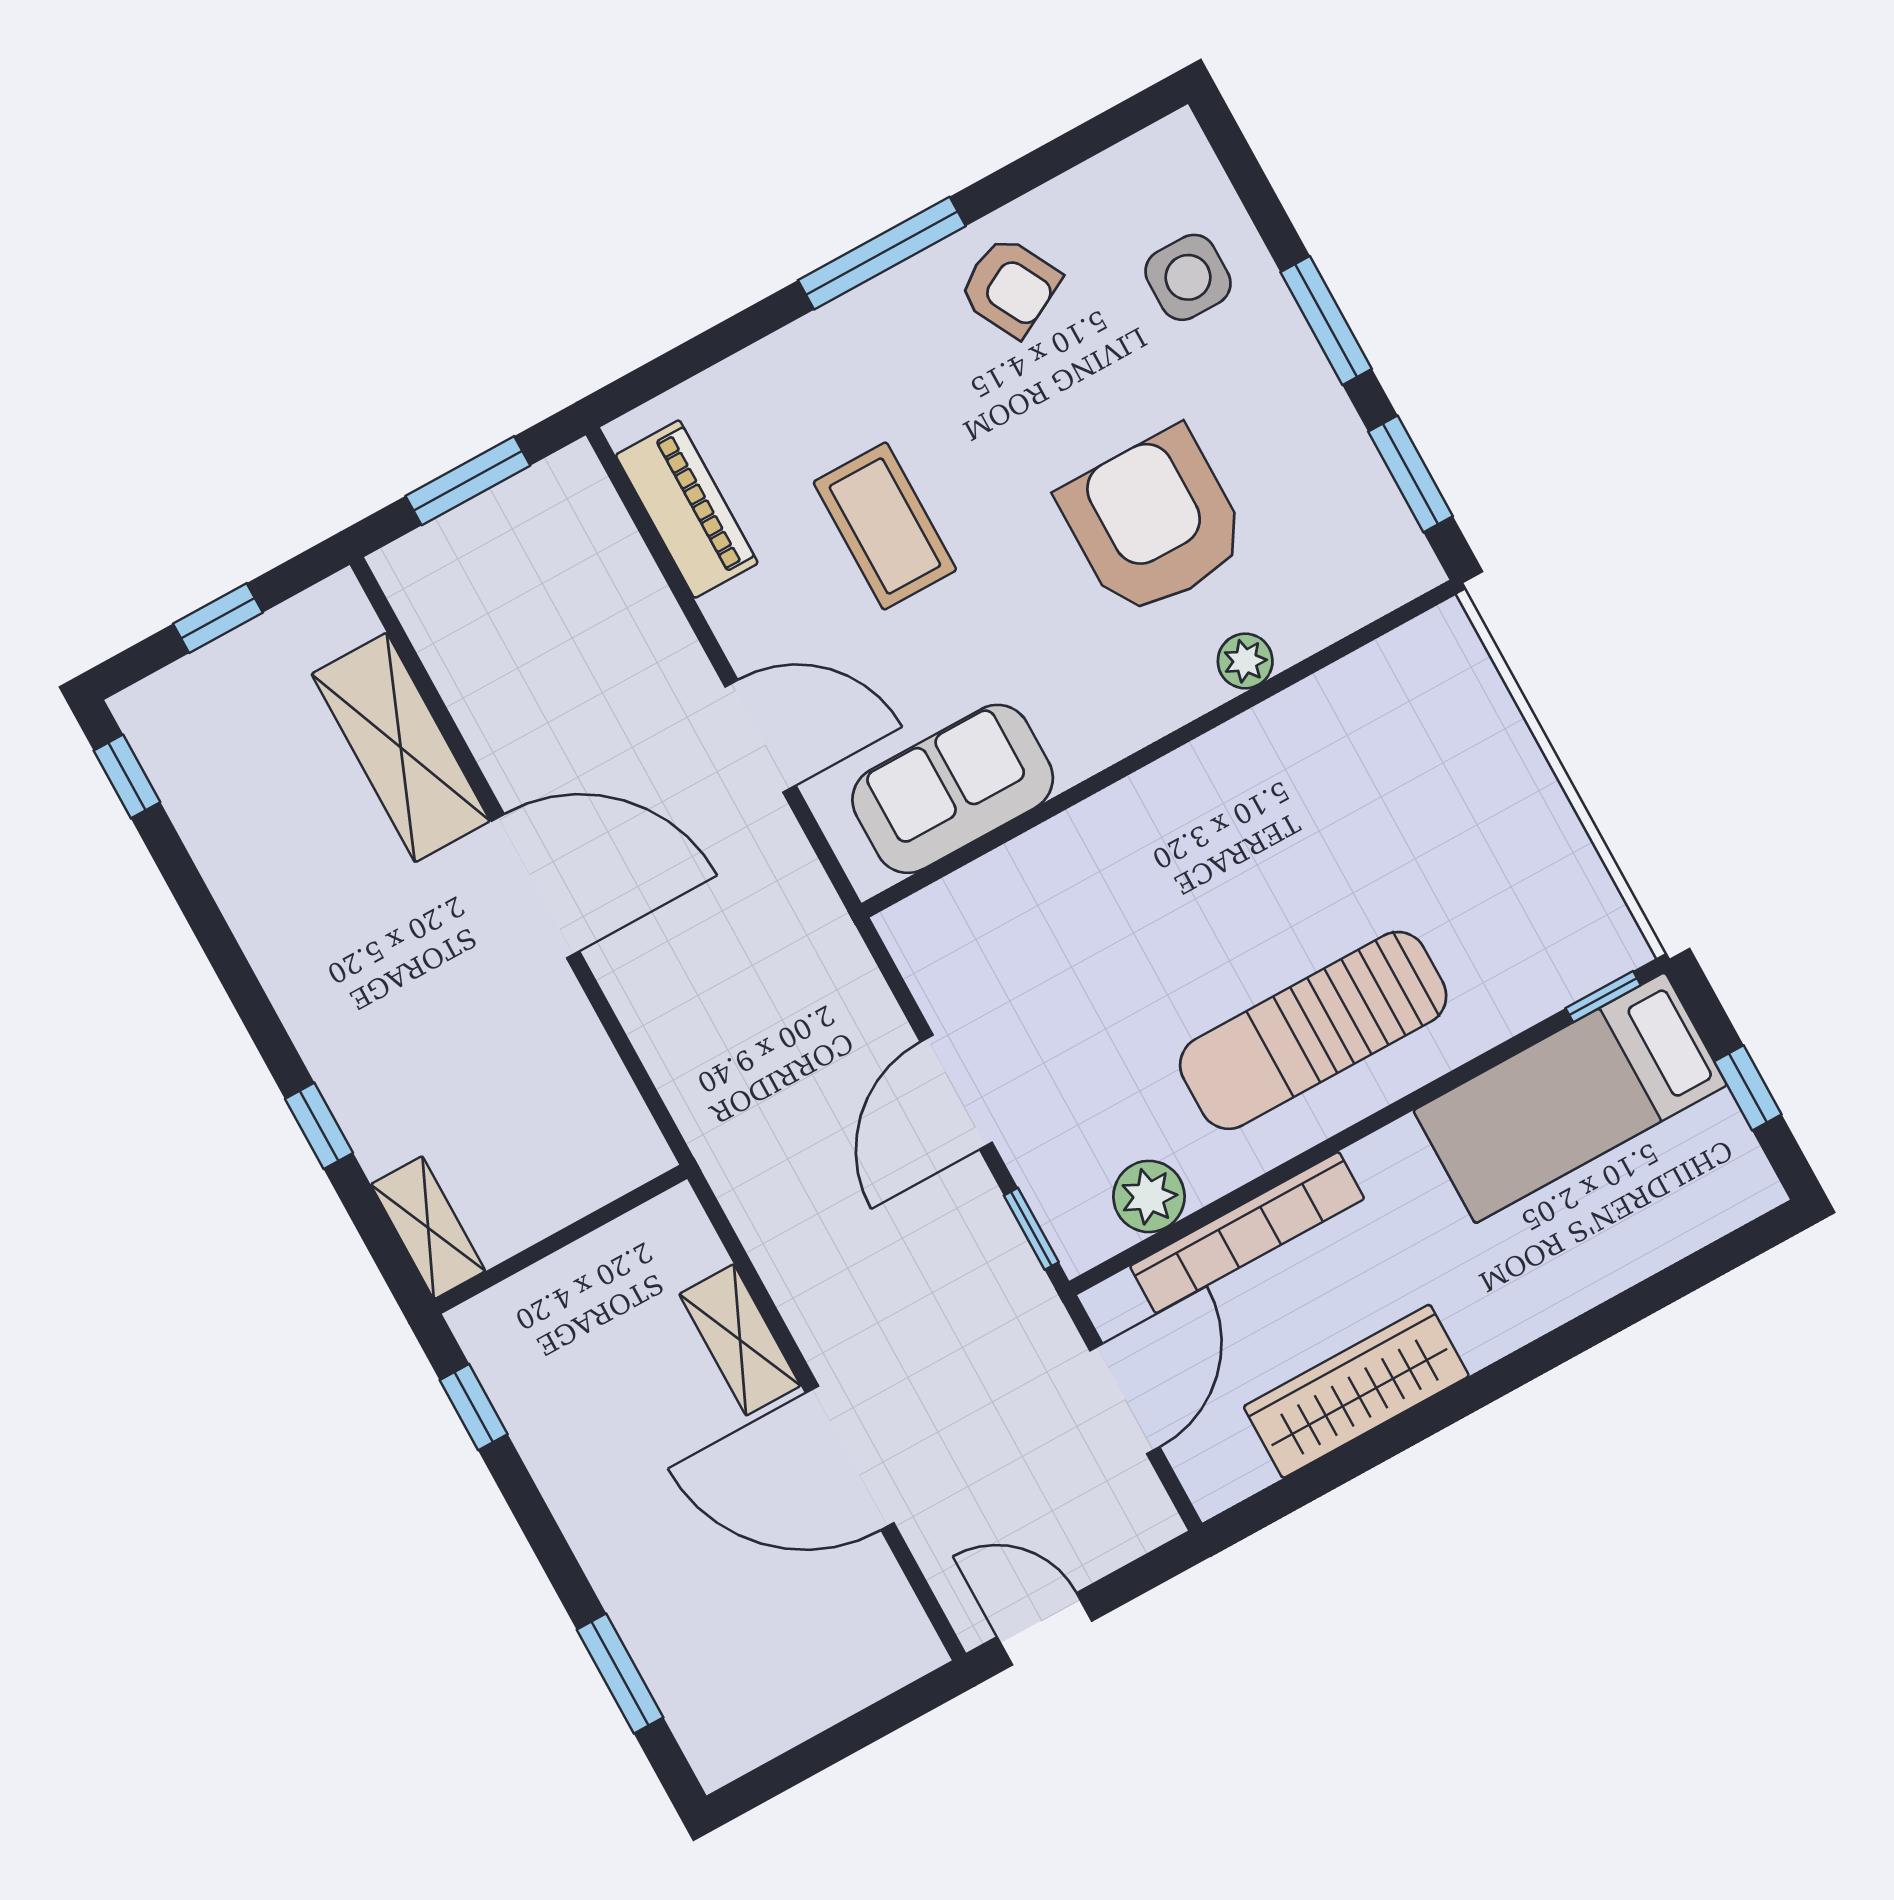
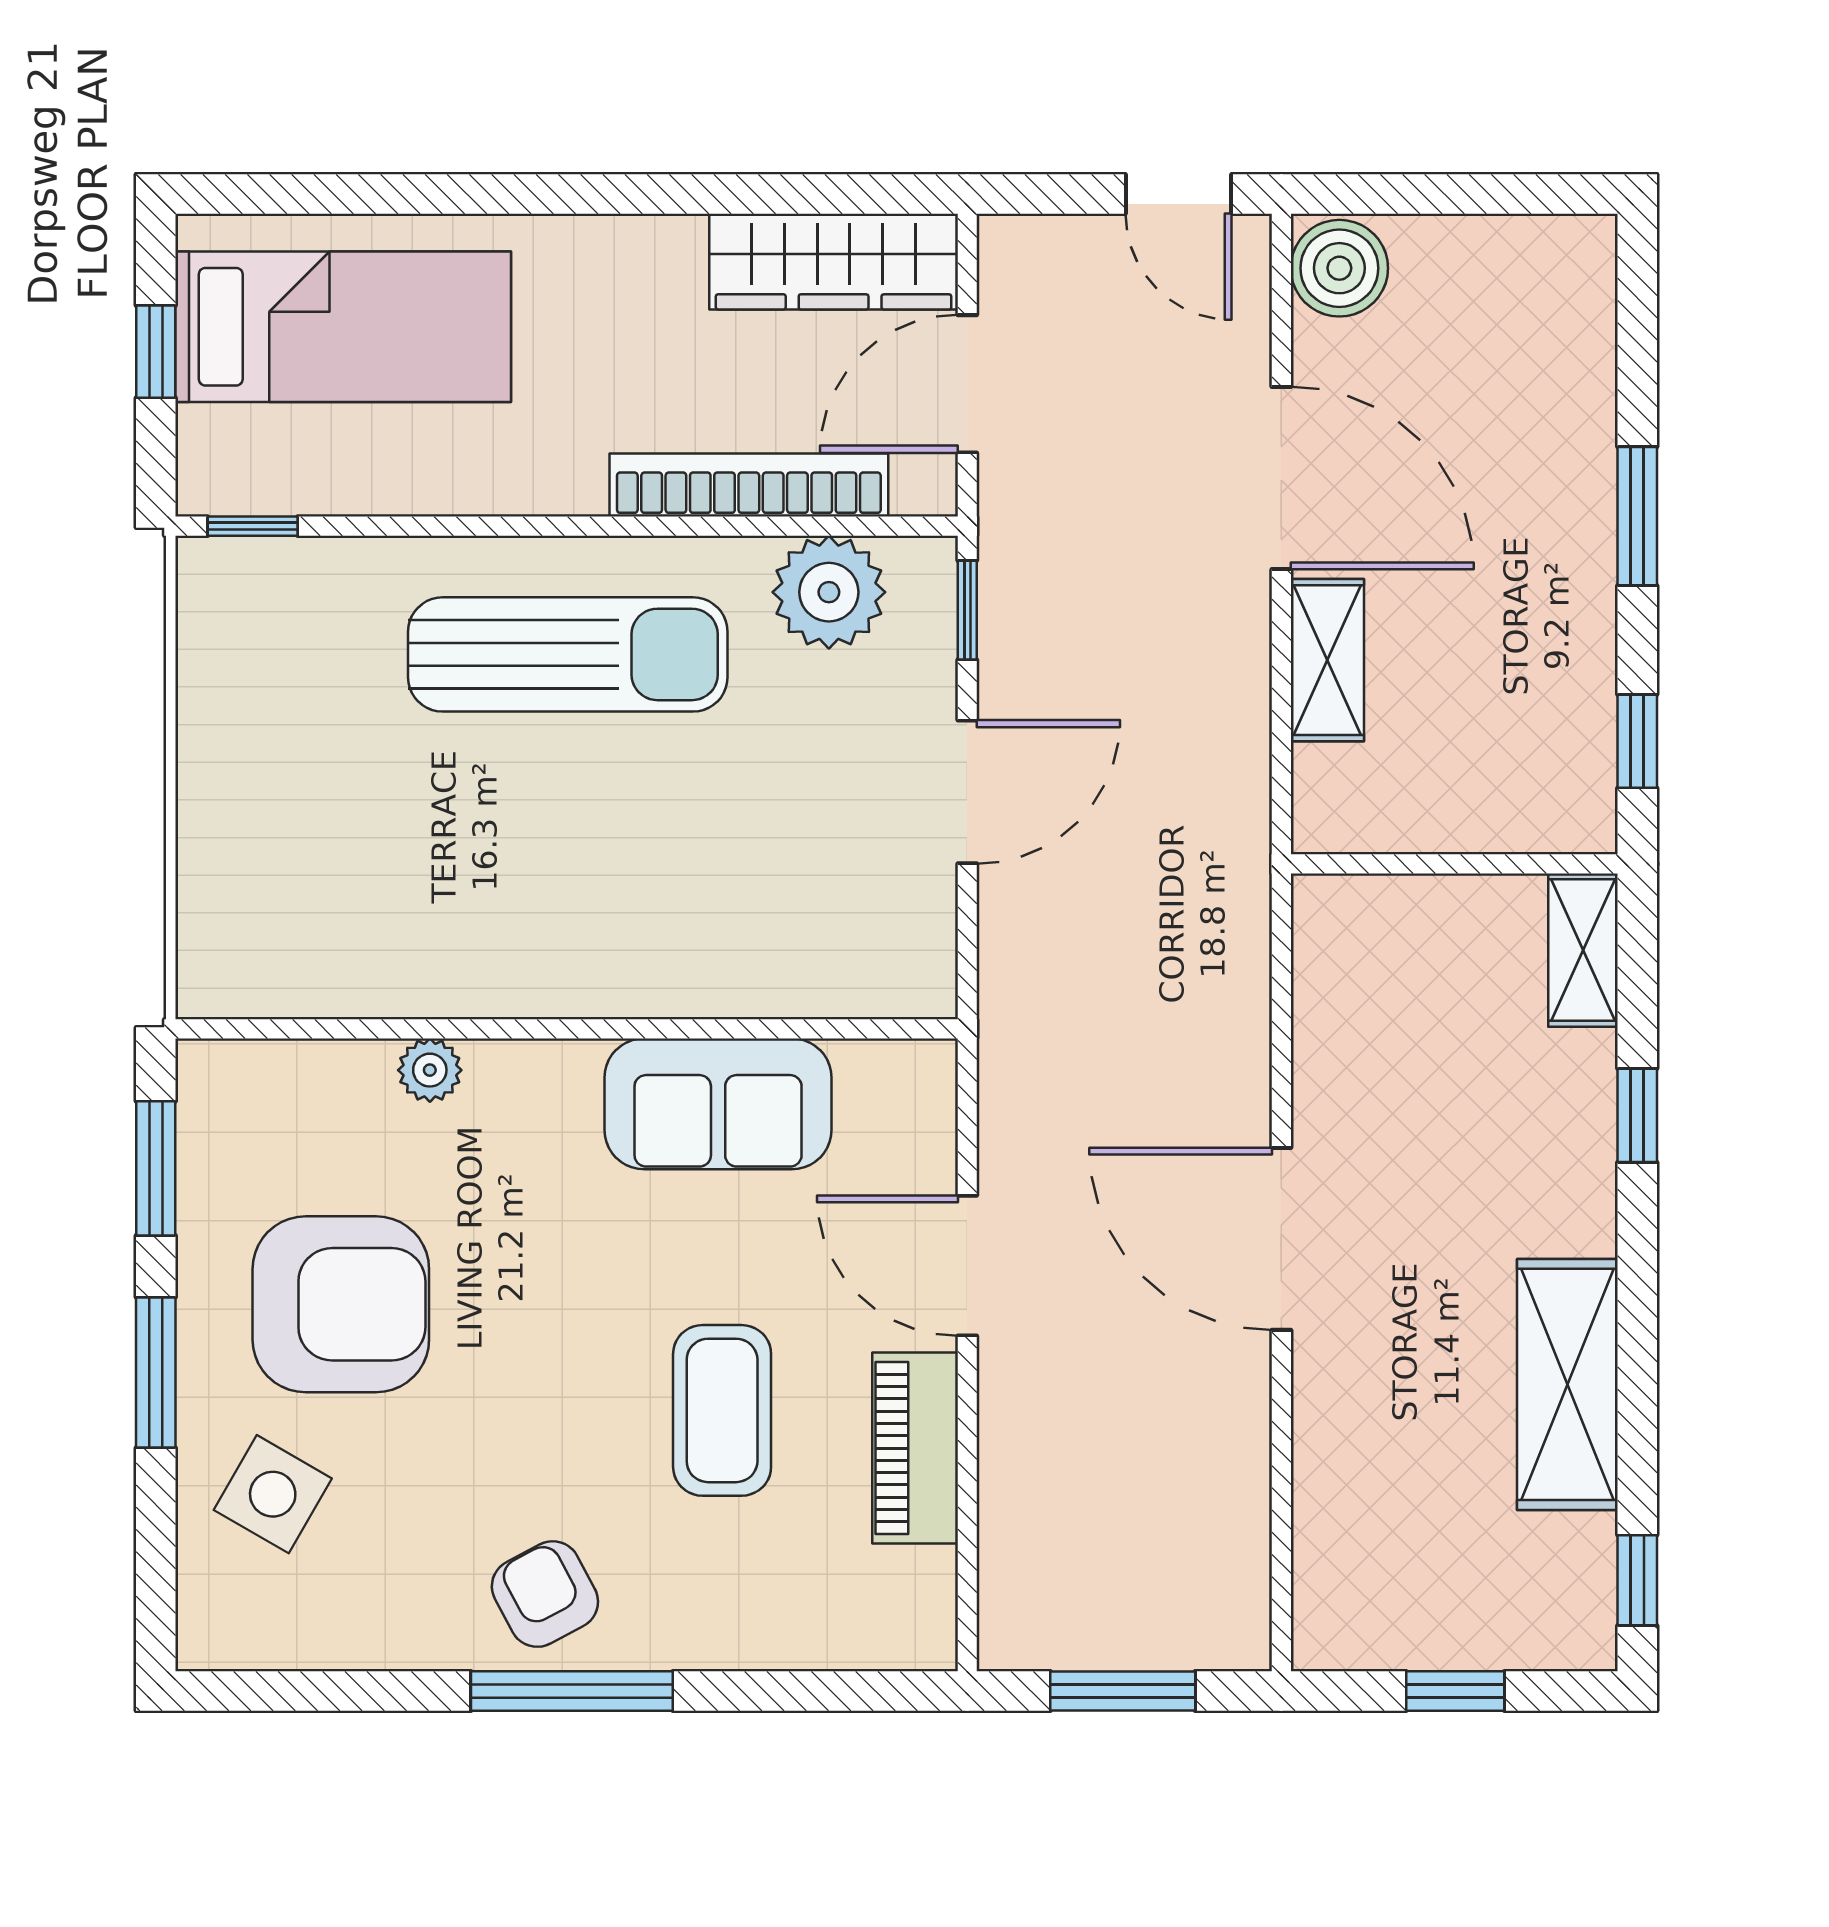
side table: (1188, 277) -> (273, 1494), turned 30
armchair: (1010, 287) -> (545, 1594), moved
piano: (687, 509) -> (915, 1448), moved
armchair: (1154, 522) -> (341, 1304), moved, turned -90
shelving: (401, 747) -> (1567, 1384), moved
sofa: (953, 789) -> (718, 1104), moved
bed: (1570, 1098) -> (343, 327), moved
plant: (1149, 1196) -> (829, 592), width x1.36, depth x1.36
wardrobe: (1356, 1391) -> (834, 262), moved
boiler: (893, 1640) -> (1339, 268), added
window: (620, 1674) -> (1637, 516), moved

